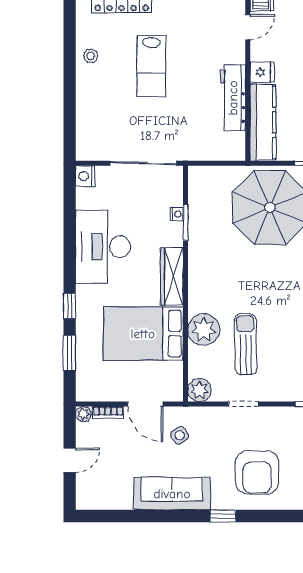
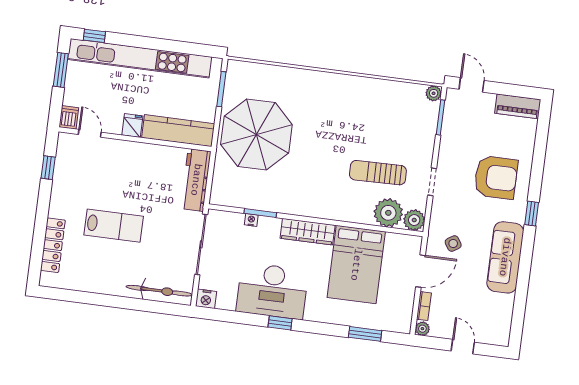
stool: (91, 56) -> (97, 280), removed
workbench: (233, 98) -> (196, 180), moved, turned 90
bicycle: (87, 124) -> (159, 291), added
window: (70, 306) -> (280, 323), moved
plant: (204, 330) -> (388, 213), moved

